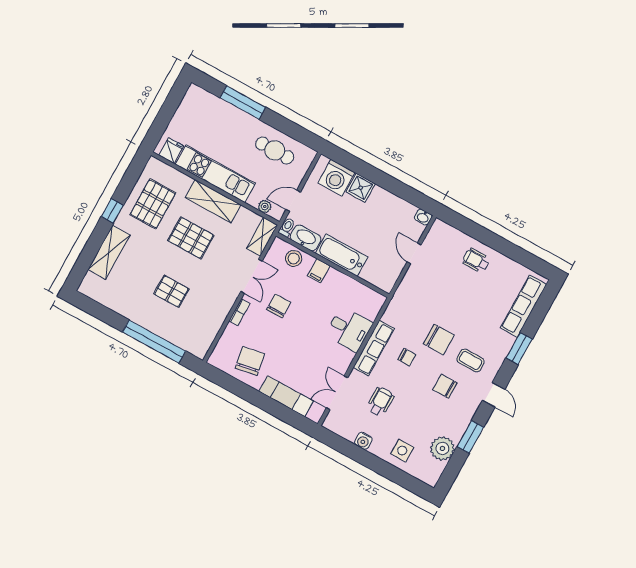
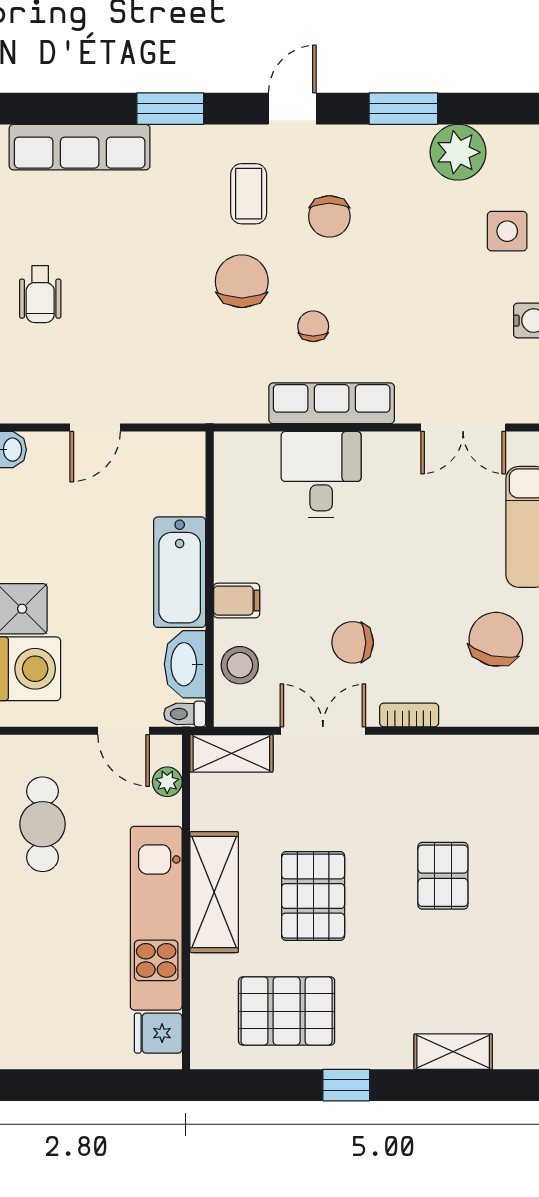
shelving: (109, 252) -> (453, 1052), width x0.67, depth x0.75
chair: (250, 361) -> (496, 639), turned 114
wheelchair: (380, 402) -> (433, 330), removed

